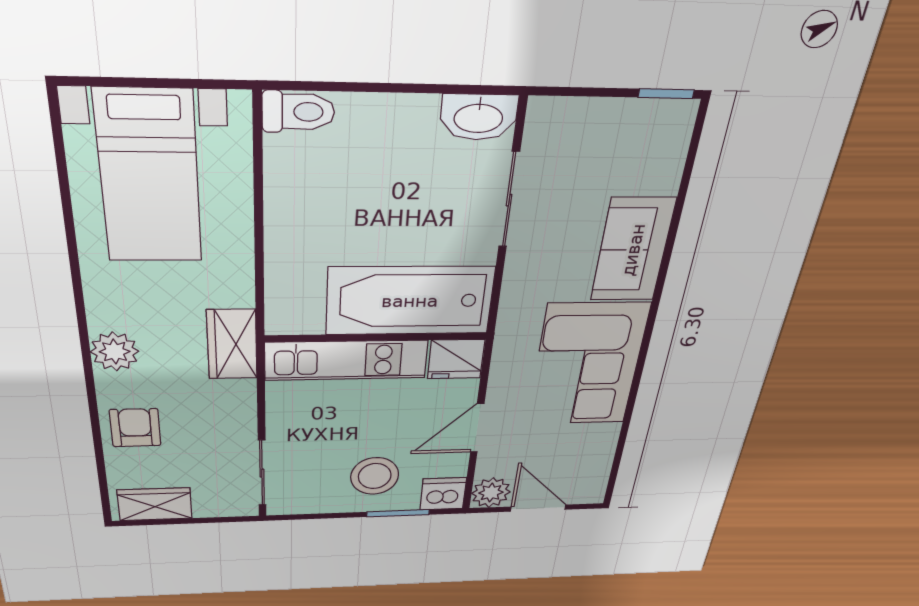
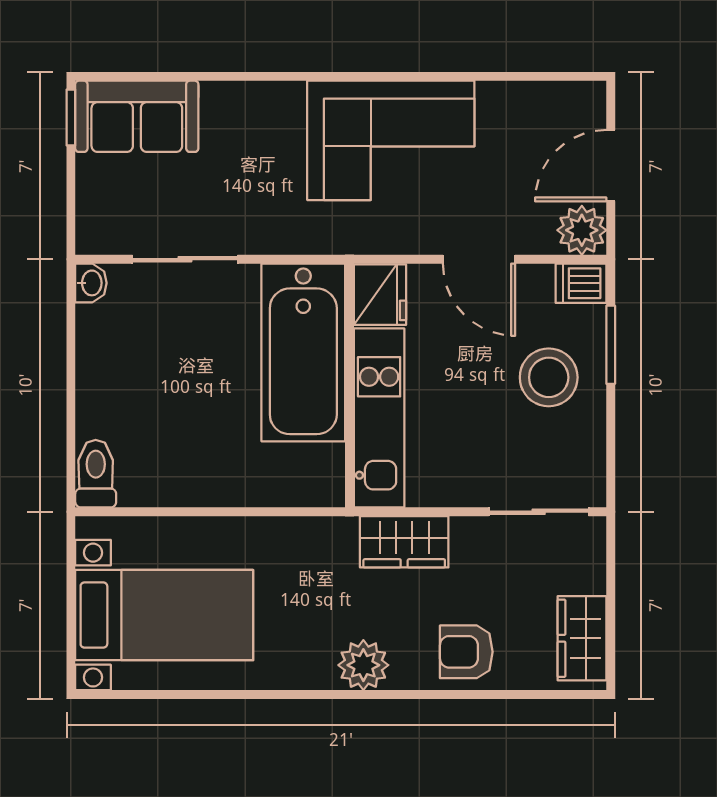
washbasin: (479, 117) -> (91, 283), width x0.52, depth x0.69
sofa: (633, 250) -> (137, 116), moved
wardrobe: (232, 344) -> (404, 542), moved
dishwasher: (443, 494) -> (581, 283), width x0.73

